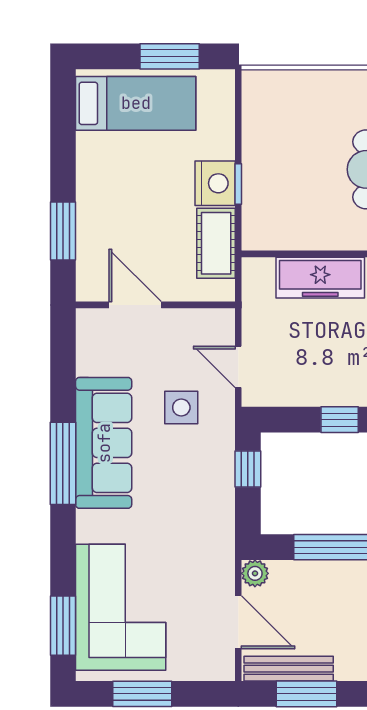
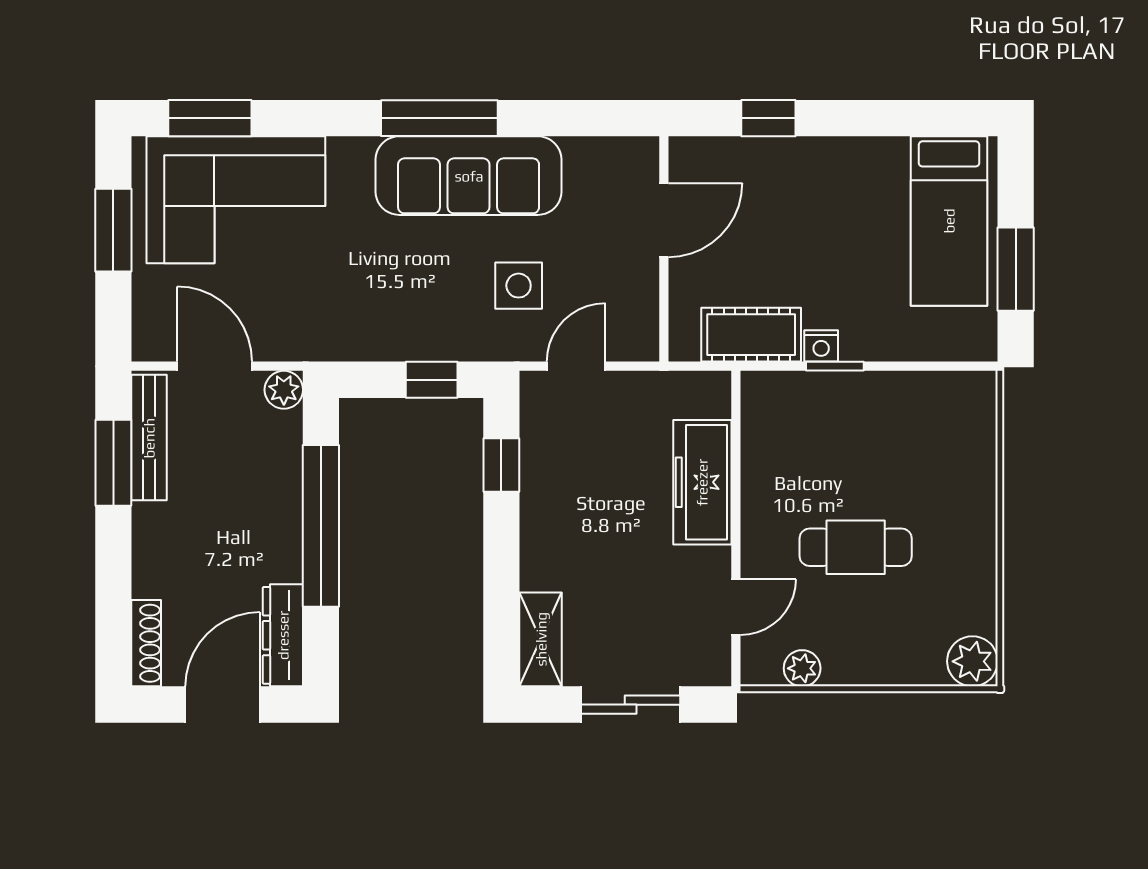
nightstand: (215, 183) -> (821, 346), width x0.53, depth x0.56
window: (63, 231) -> (768, 118), width x0.67
window: (340, 420) -> (501, 465), moved
door: (238, 622) -> (215, 366), swing flipped

